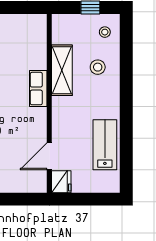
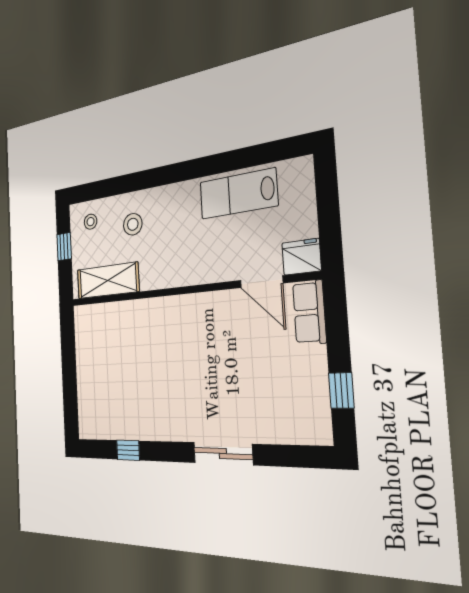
shelving: (62, 70) -> (108, 281), moved
row of seats: (38, 89) -> (309, 312), moved, turned 90

